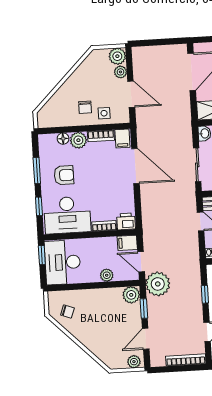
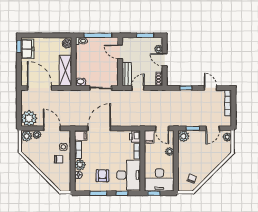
door: (131, 94) -> (52, 128), hinge flipped
door: (141, 262) -> (162, 128), hinge flipped
plant: (158, 284) -> (29, 118), moved
door: (146, 339) -> (213, 128), hinge flipped

